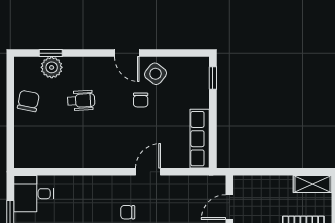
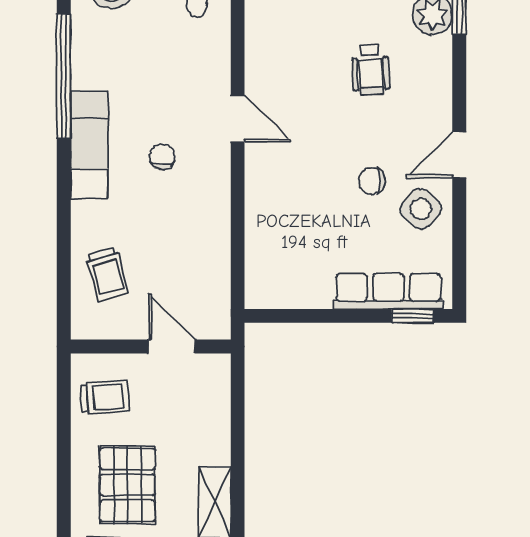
row of seats: (200, 139) -> (388, 291), moved
door: (148, 172) -> (238, 119), moved

